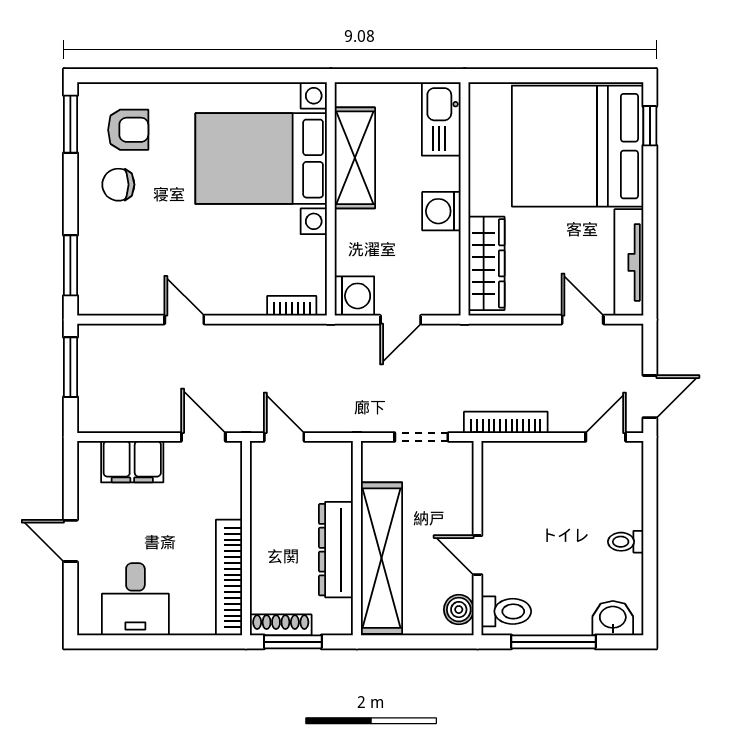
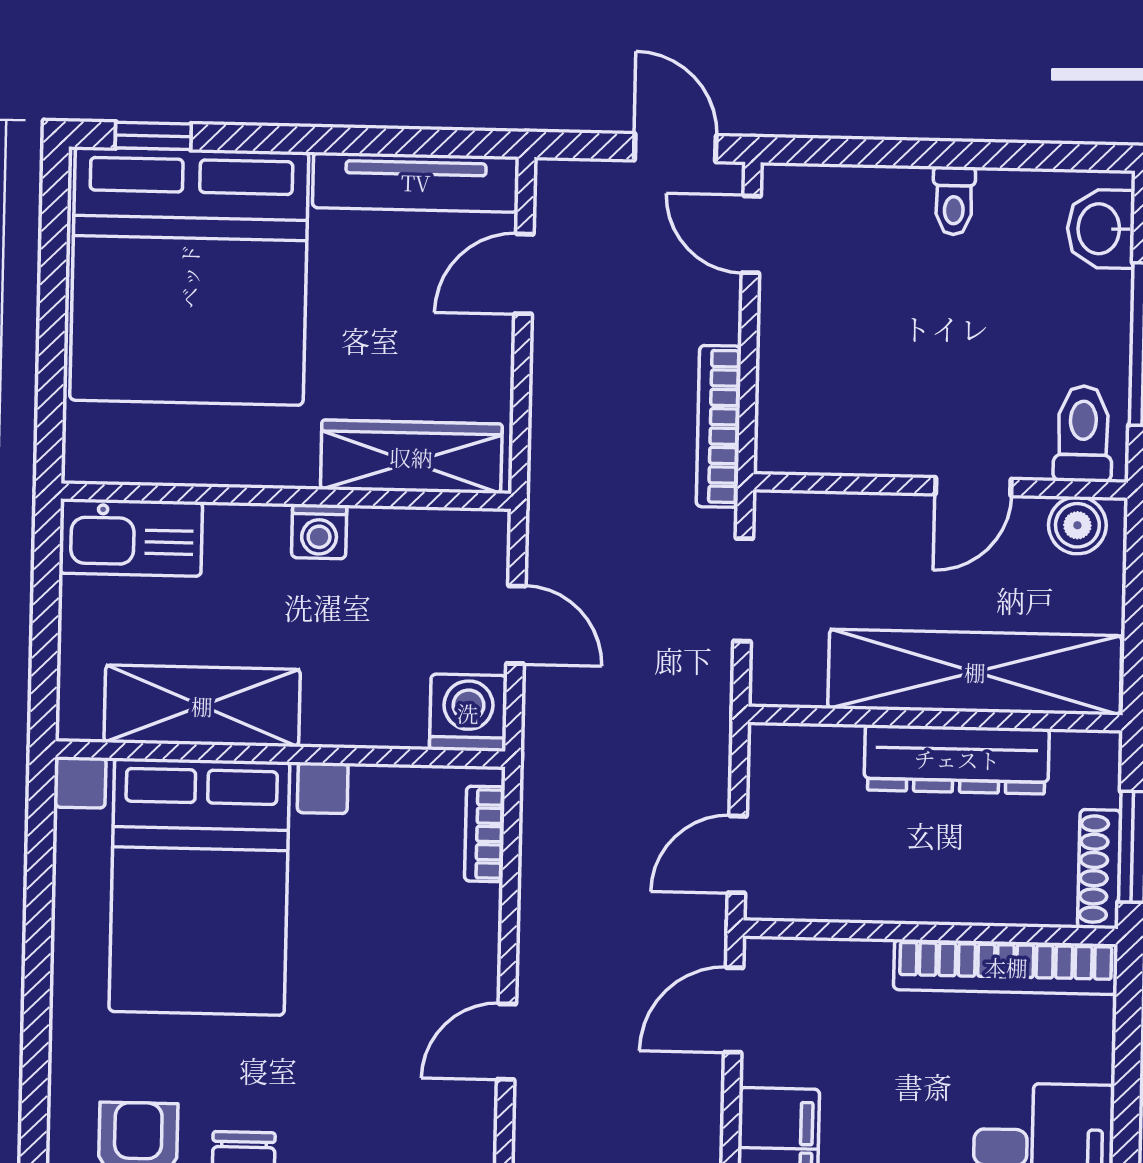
washing machine: (441, 211) -> (319, 531), width x0.73, depth x0.73

